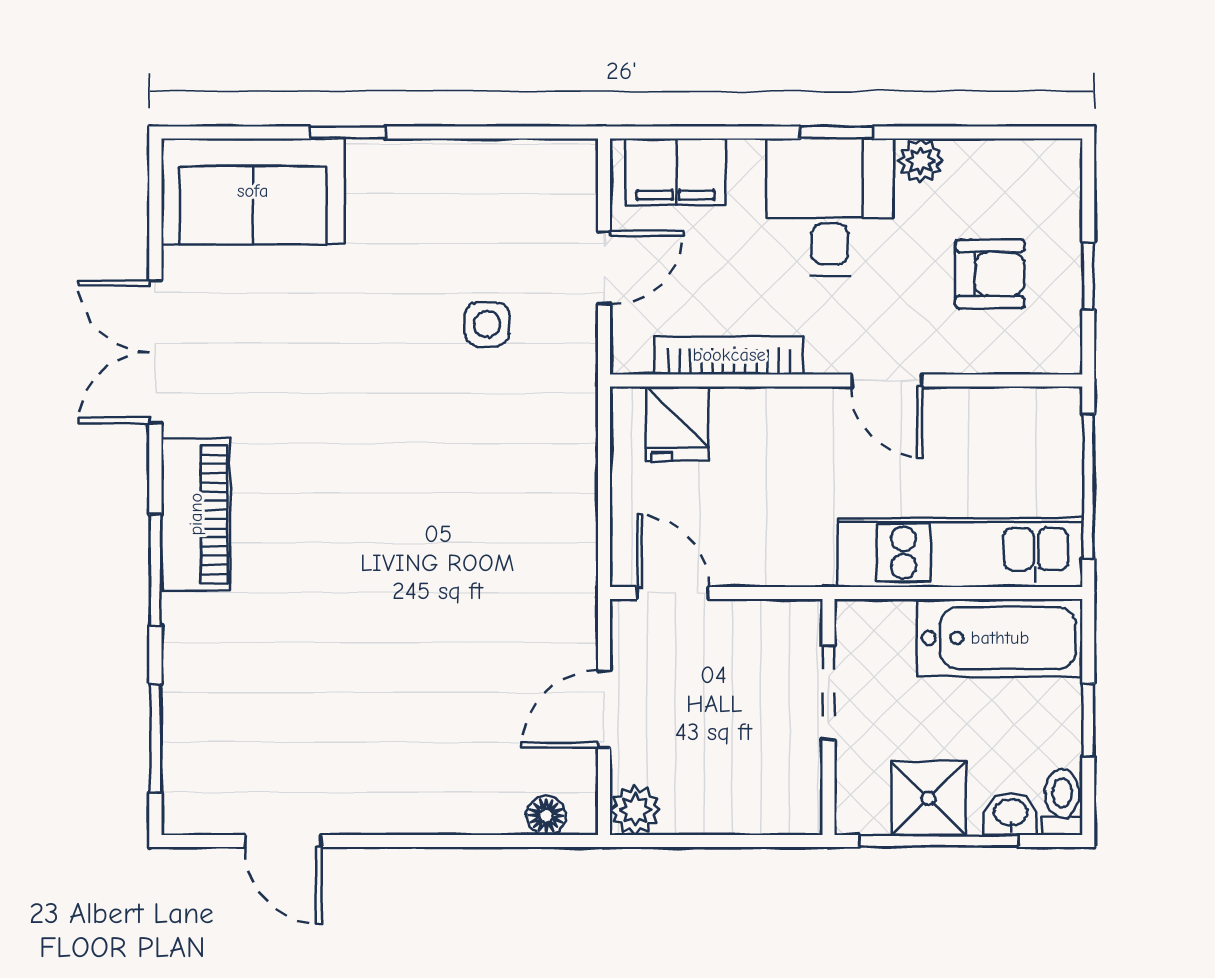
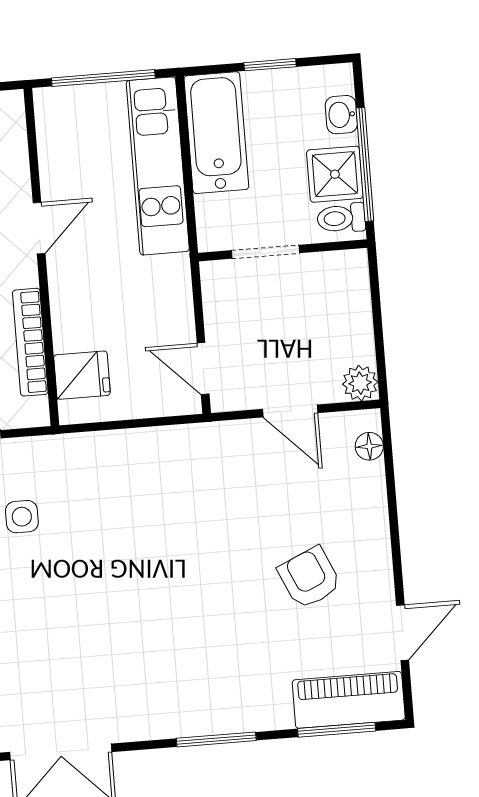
piano: (196, 514) -> (349, 700), moved
door: (673, 593) -> (203, 369), hinge flipped
armchair: (370, 718) -> (309, 578), added
toilet: (1062, 802) -> (341, 218), moved

